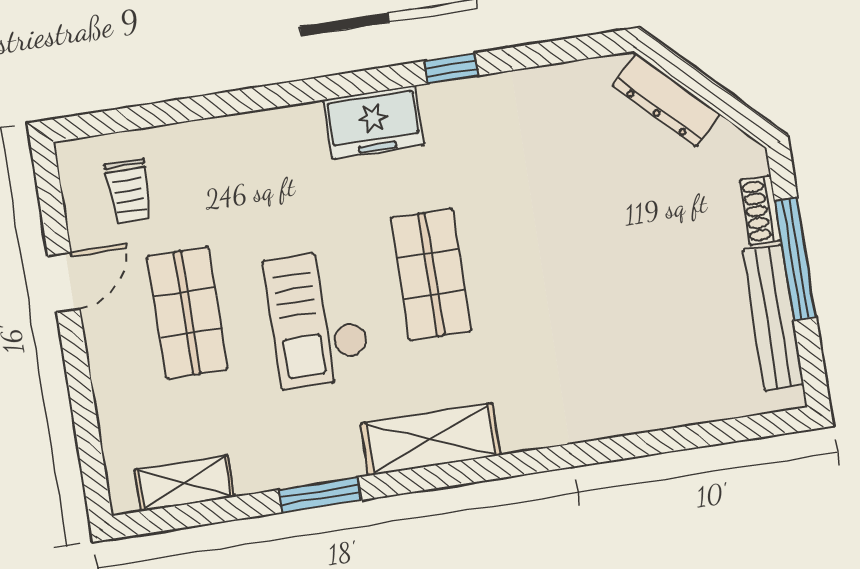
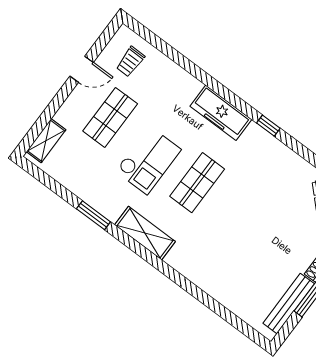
freezer: (374, 122) -> (221, 113), width x1.40
checkout: (317, 319) -> (148, 160), turned 180
shelving: (184, 483) -> (46, 141), moved, turned 90

